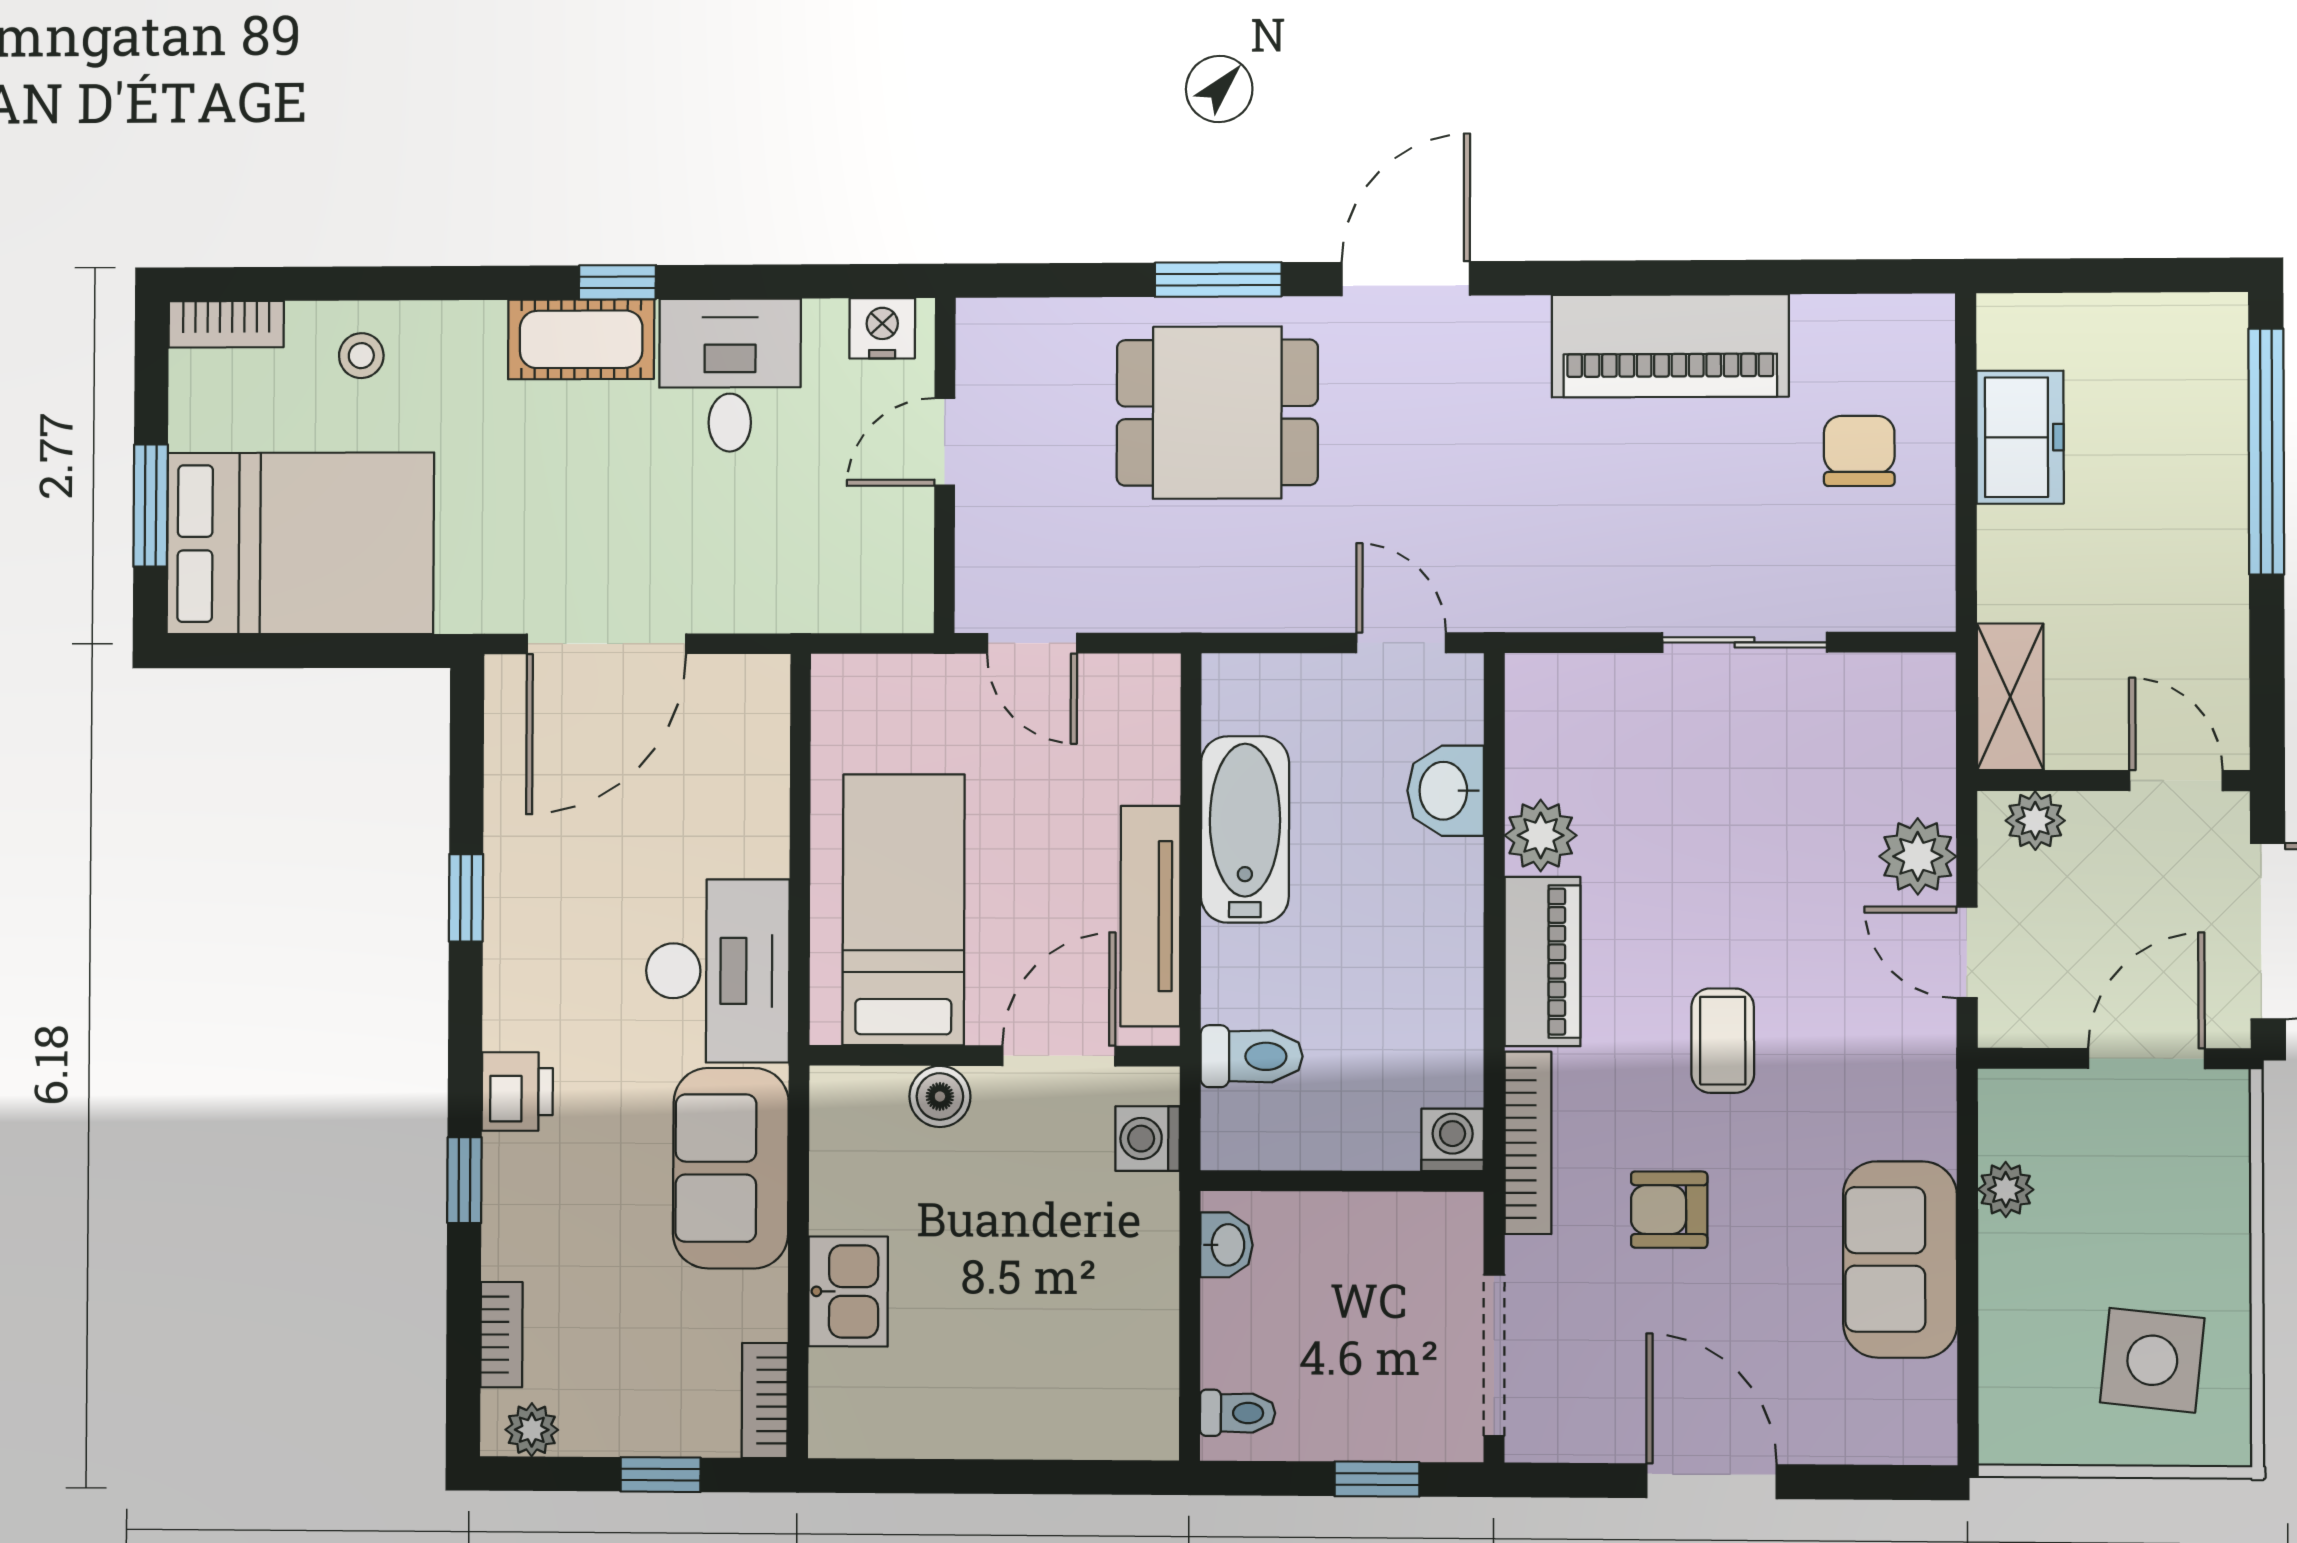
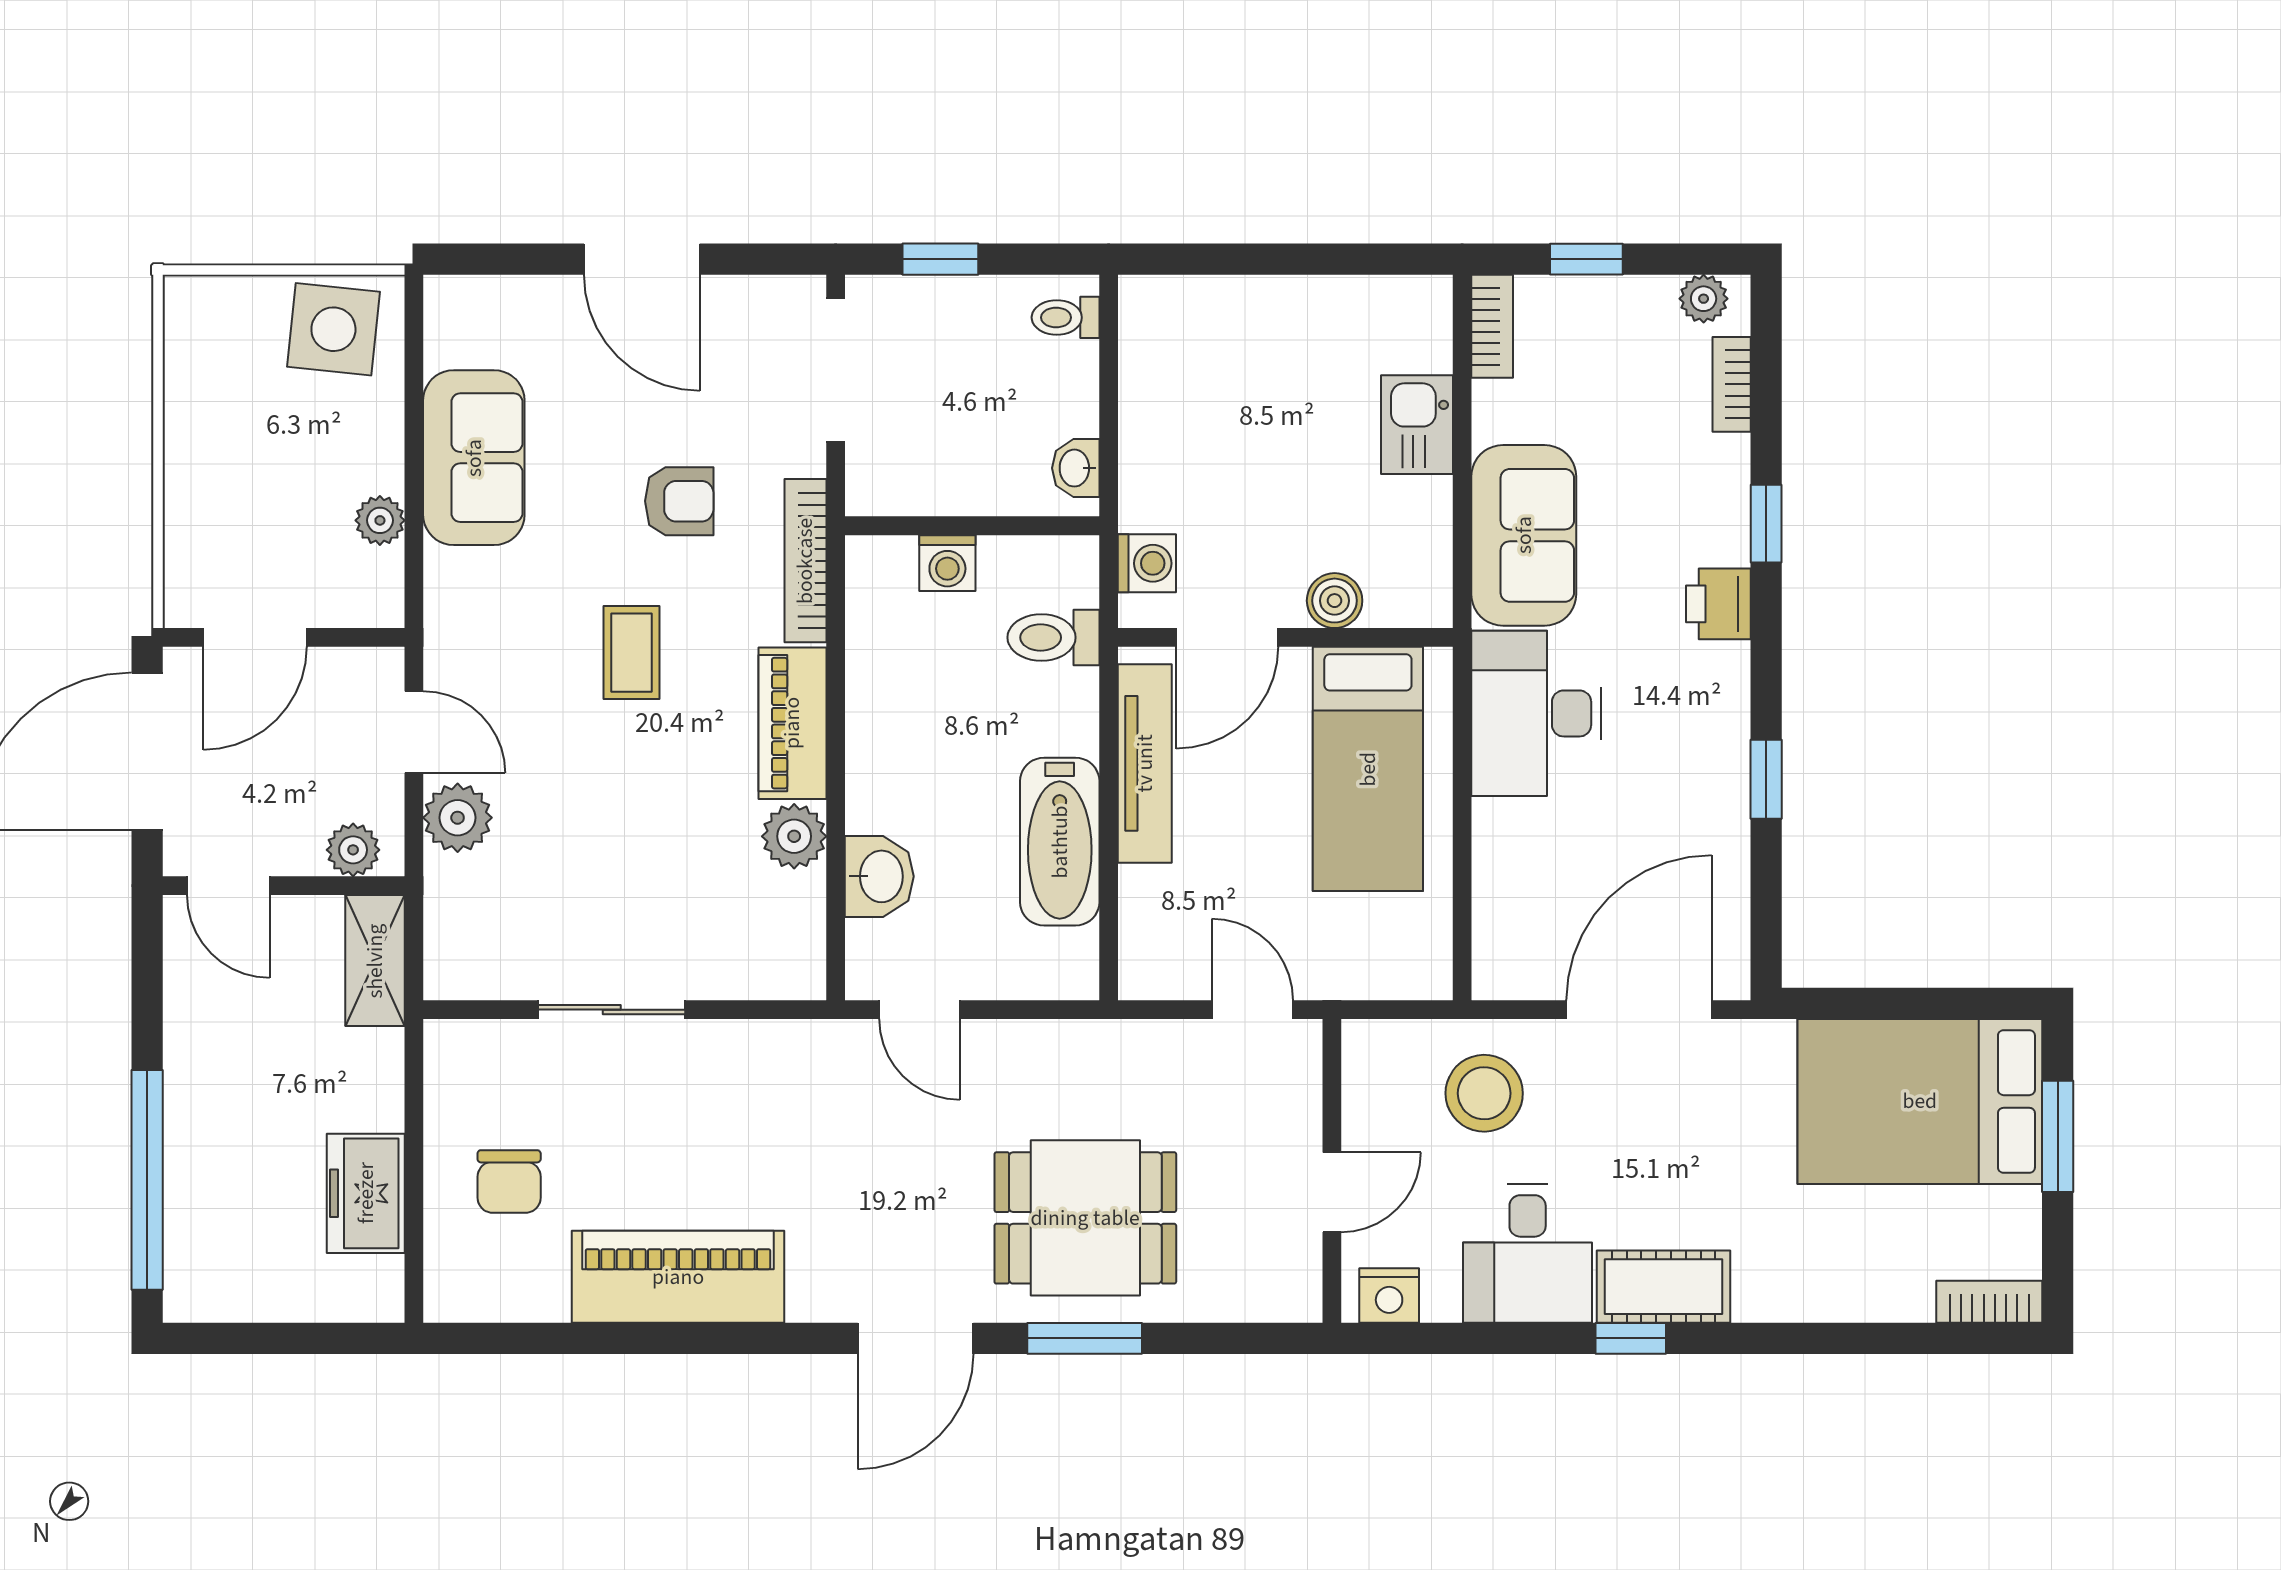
stool: (361, 356) -> (1484, 1093), moved, width x1.89, depth x1.89
washing machine: (1453, 1140) -> (947, 563), moved
side table: (2152, 1360) -> (333, 329), moved

